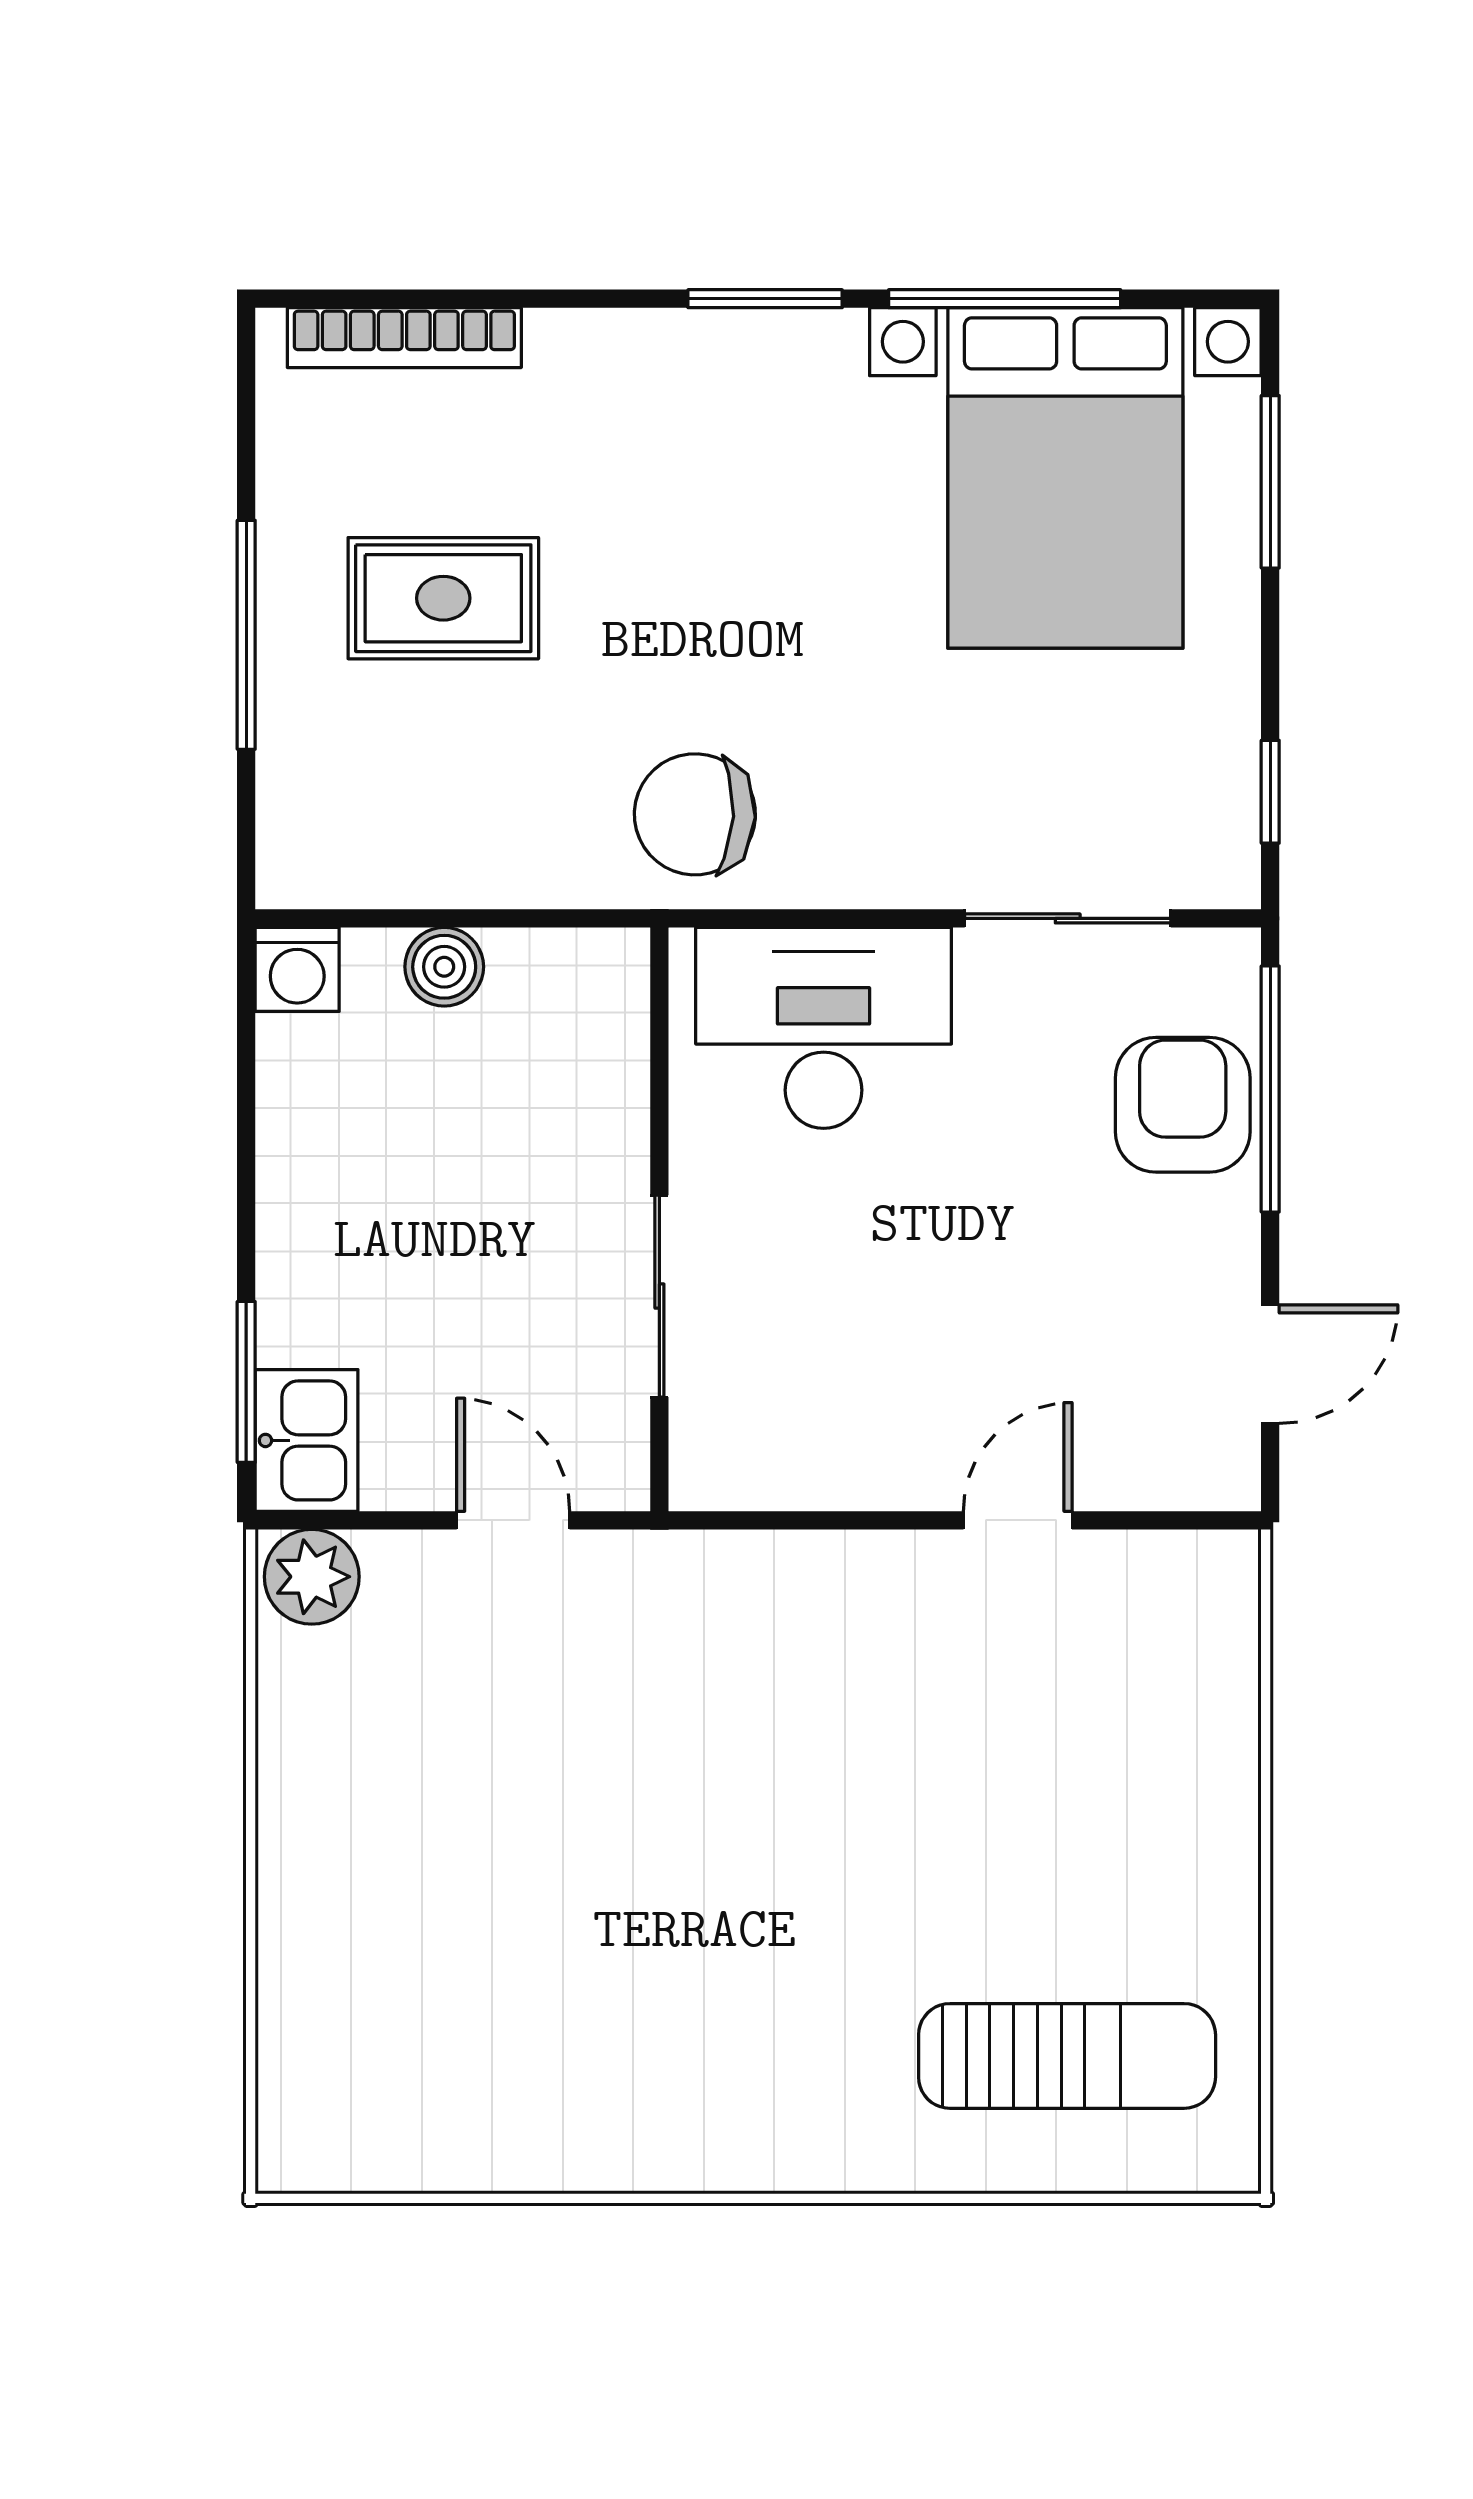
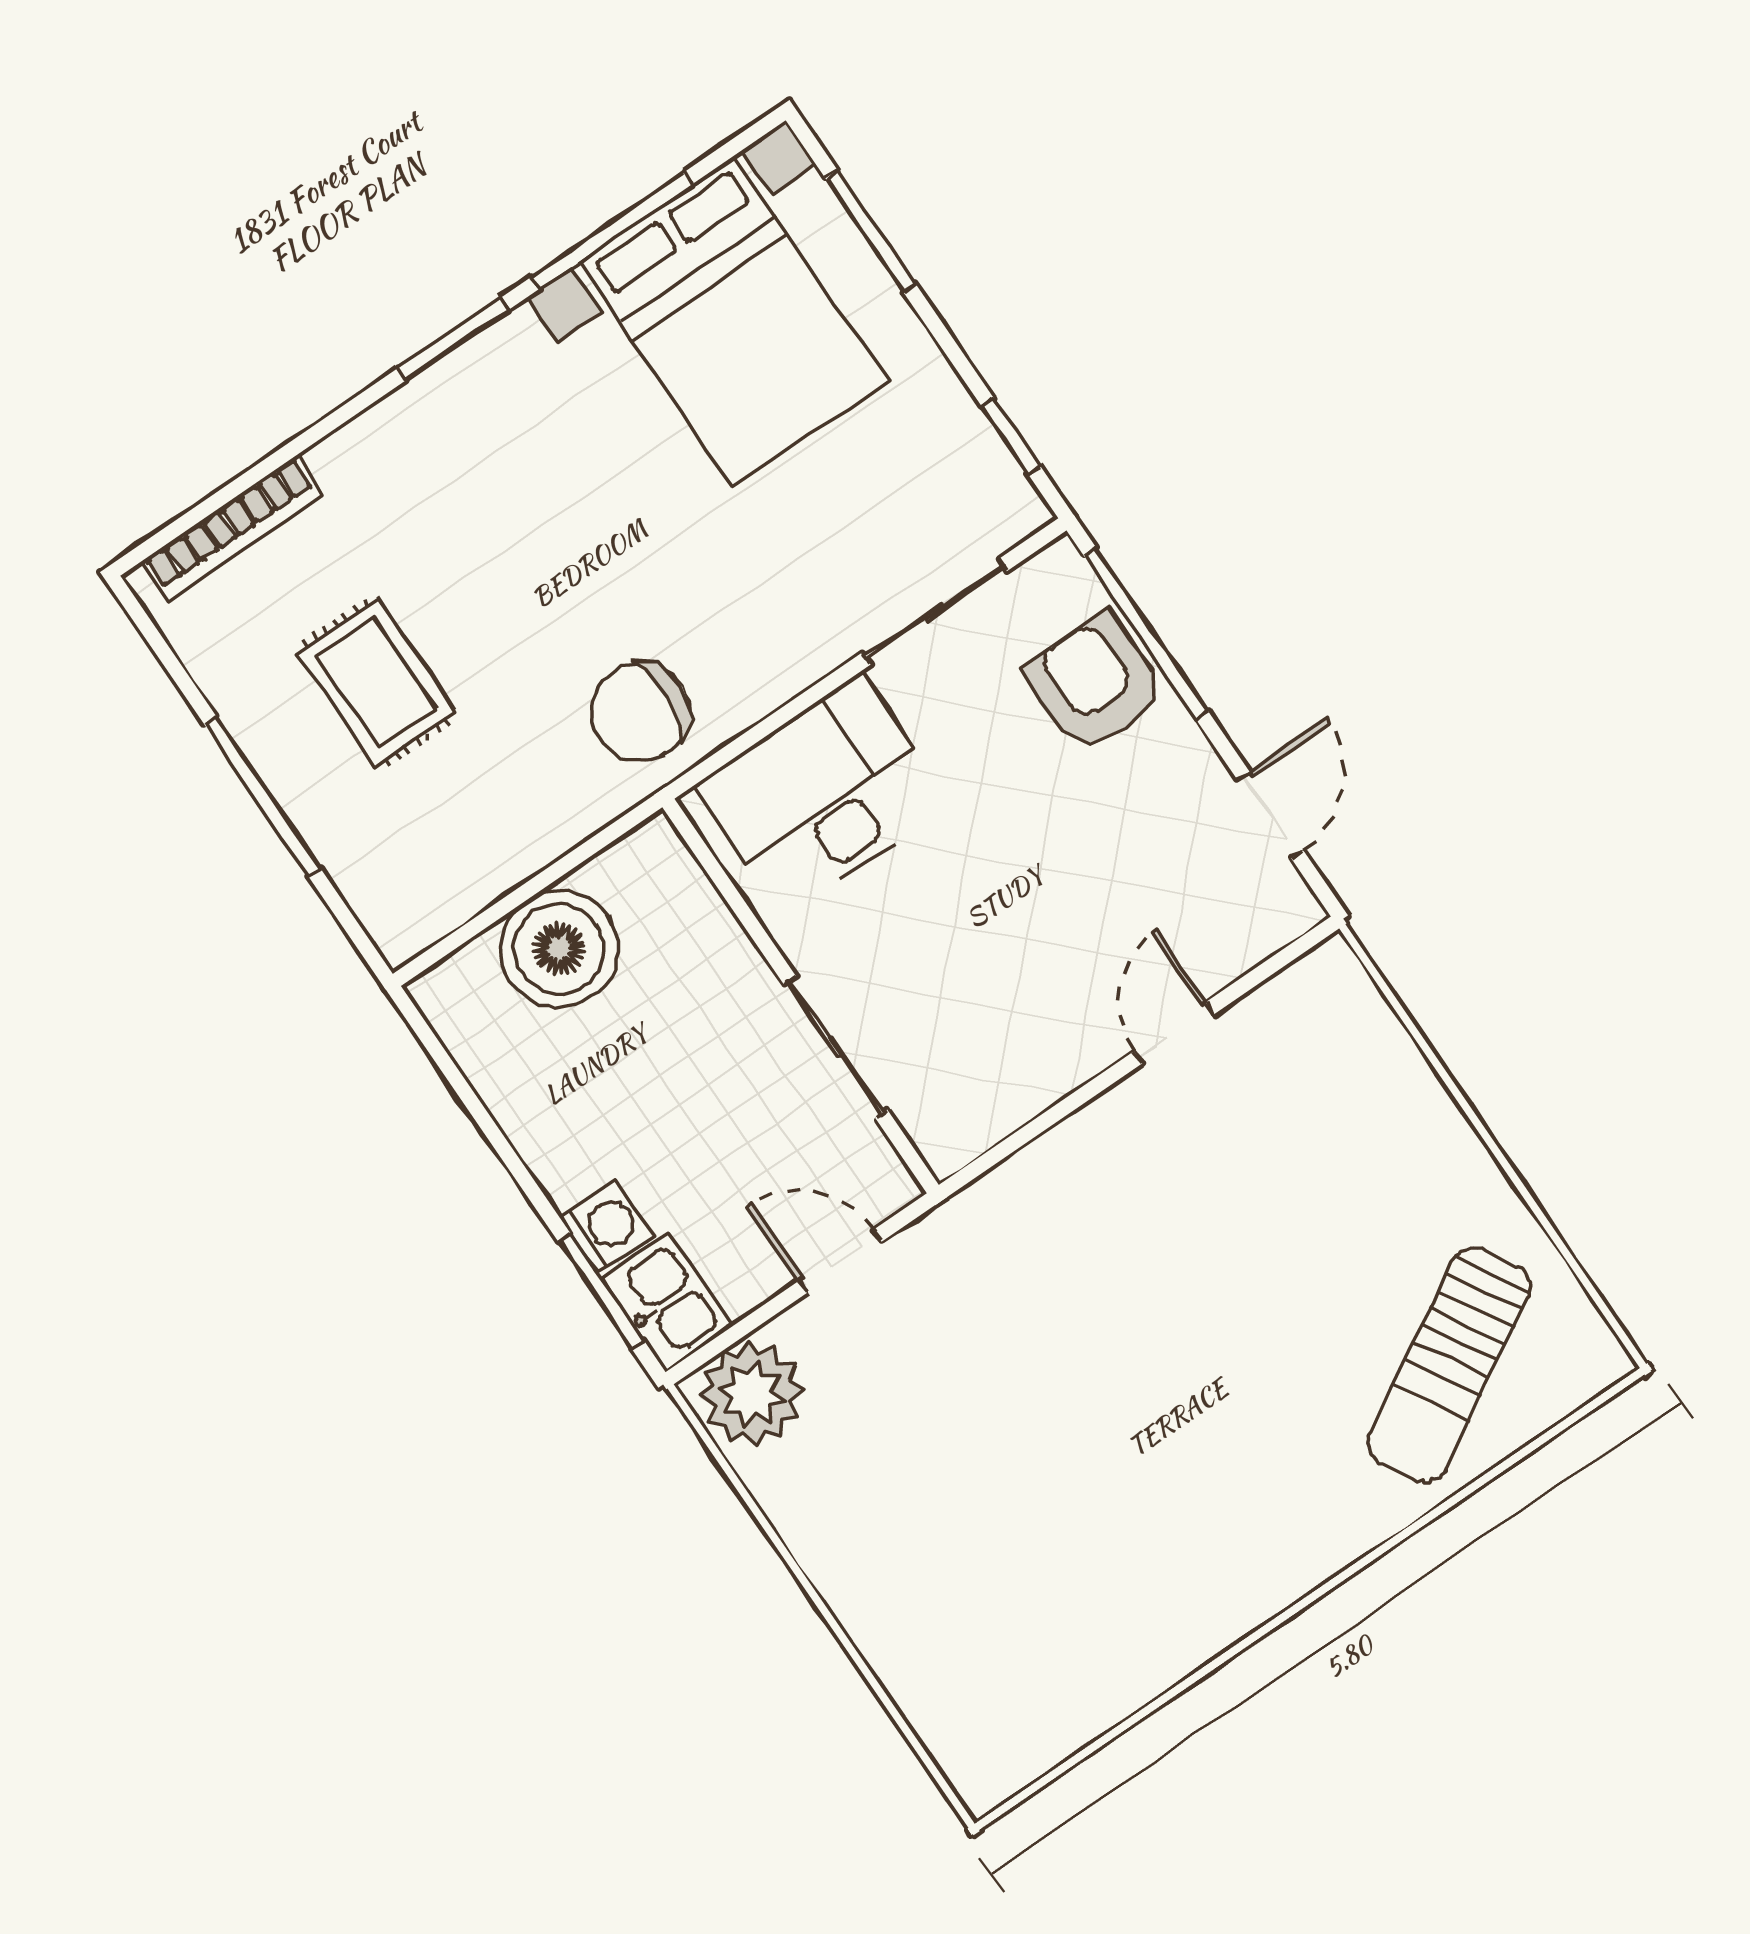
rug: (443, 598) -> (376, 683), turned 90
boiler: (444, 967) -> (559, 949), width x1.86, depth x1.86
washing machine: (297, 969) -> (607, 1227), moved, turned -90
plant: (312, 1577) -> (752, 1394), width x1.36, depth x1.36
sun lounger: (1067, 2056) -> (1449, 1365), turned 150

